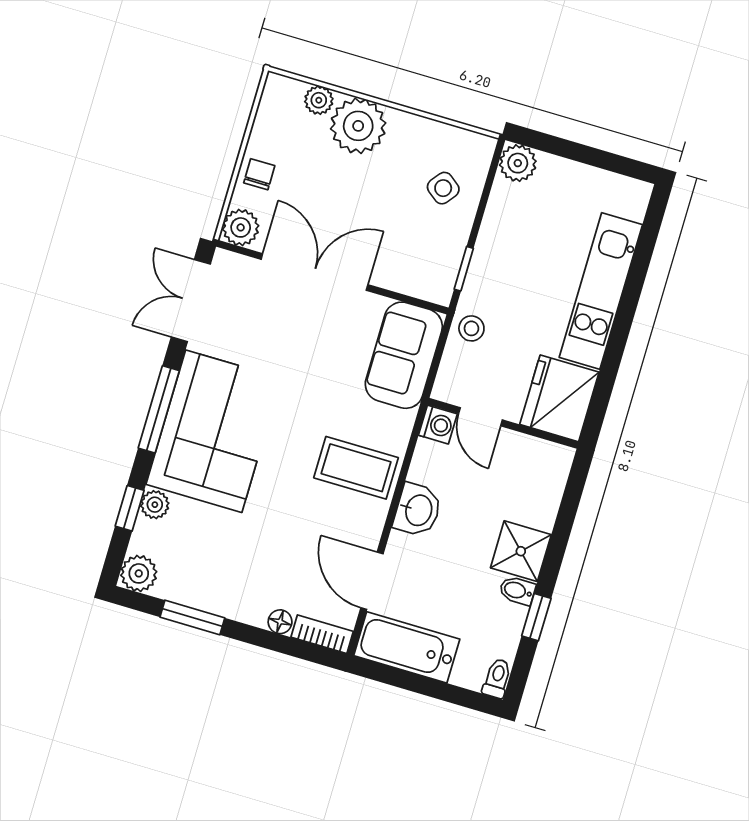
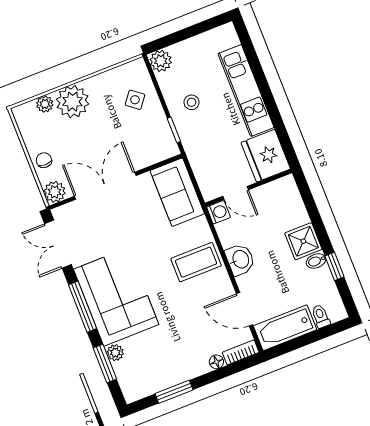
stool: (471, 328) -> (192, 102), moved
window: (130, 508) -> (105, 364), width x1.50
plant: (139, 573) -> (133, 391), removed
toilet: (497, 678) -> (321, 316), moved

